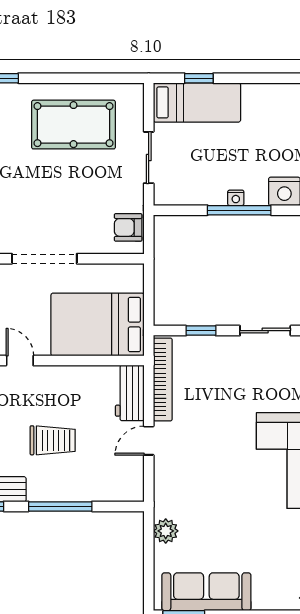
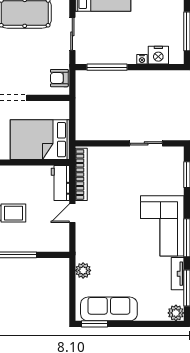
nightstand: (236, 198) -> (142, 59), moved
window: (239, 210) -> (107, 67), moved
window: (201, 331) -> (105, 143), removed

